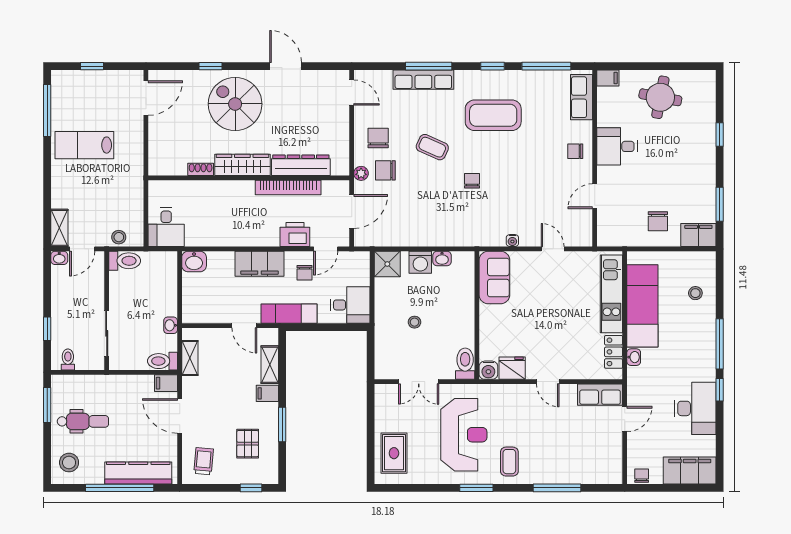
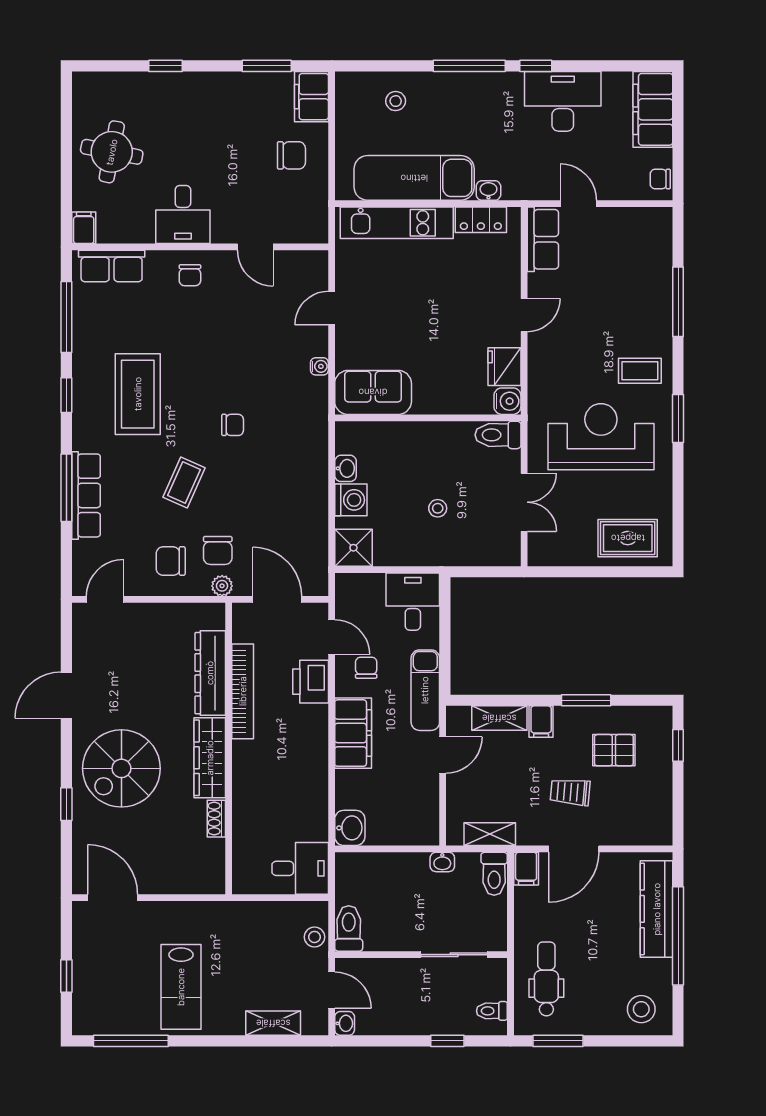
chair: (472, 181) -> (233, 425), turned 180
shelving: (59, 228) -> (273, 1023), moved
chair: (305, 273) -> (366, 668), turned -90
dental chair: (83, 421) -> (546, 979), moved
trolley: (204, 461) -> (570, 792), moved

